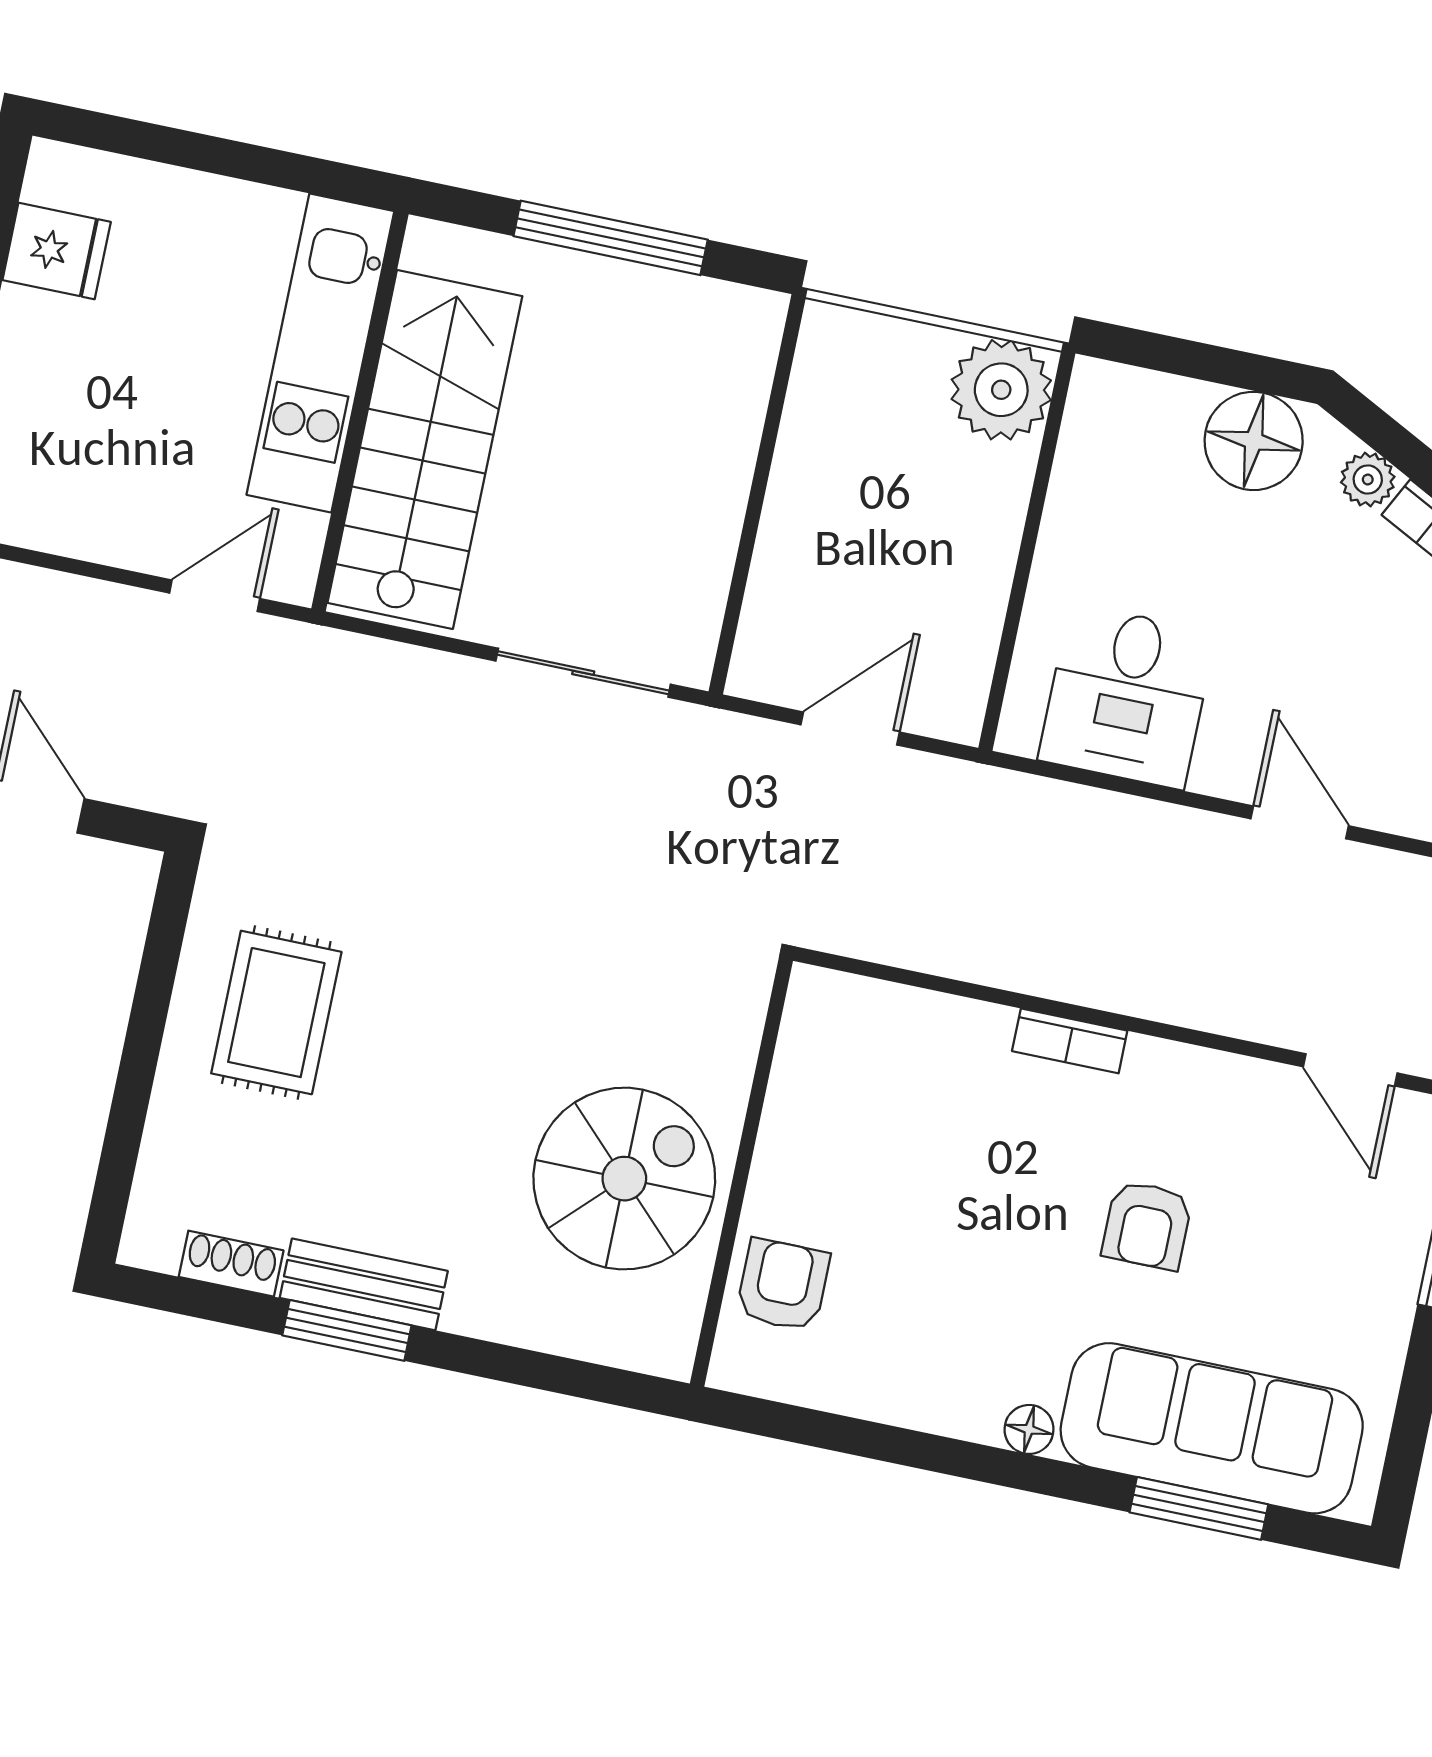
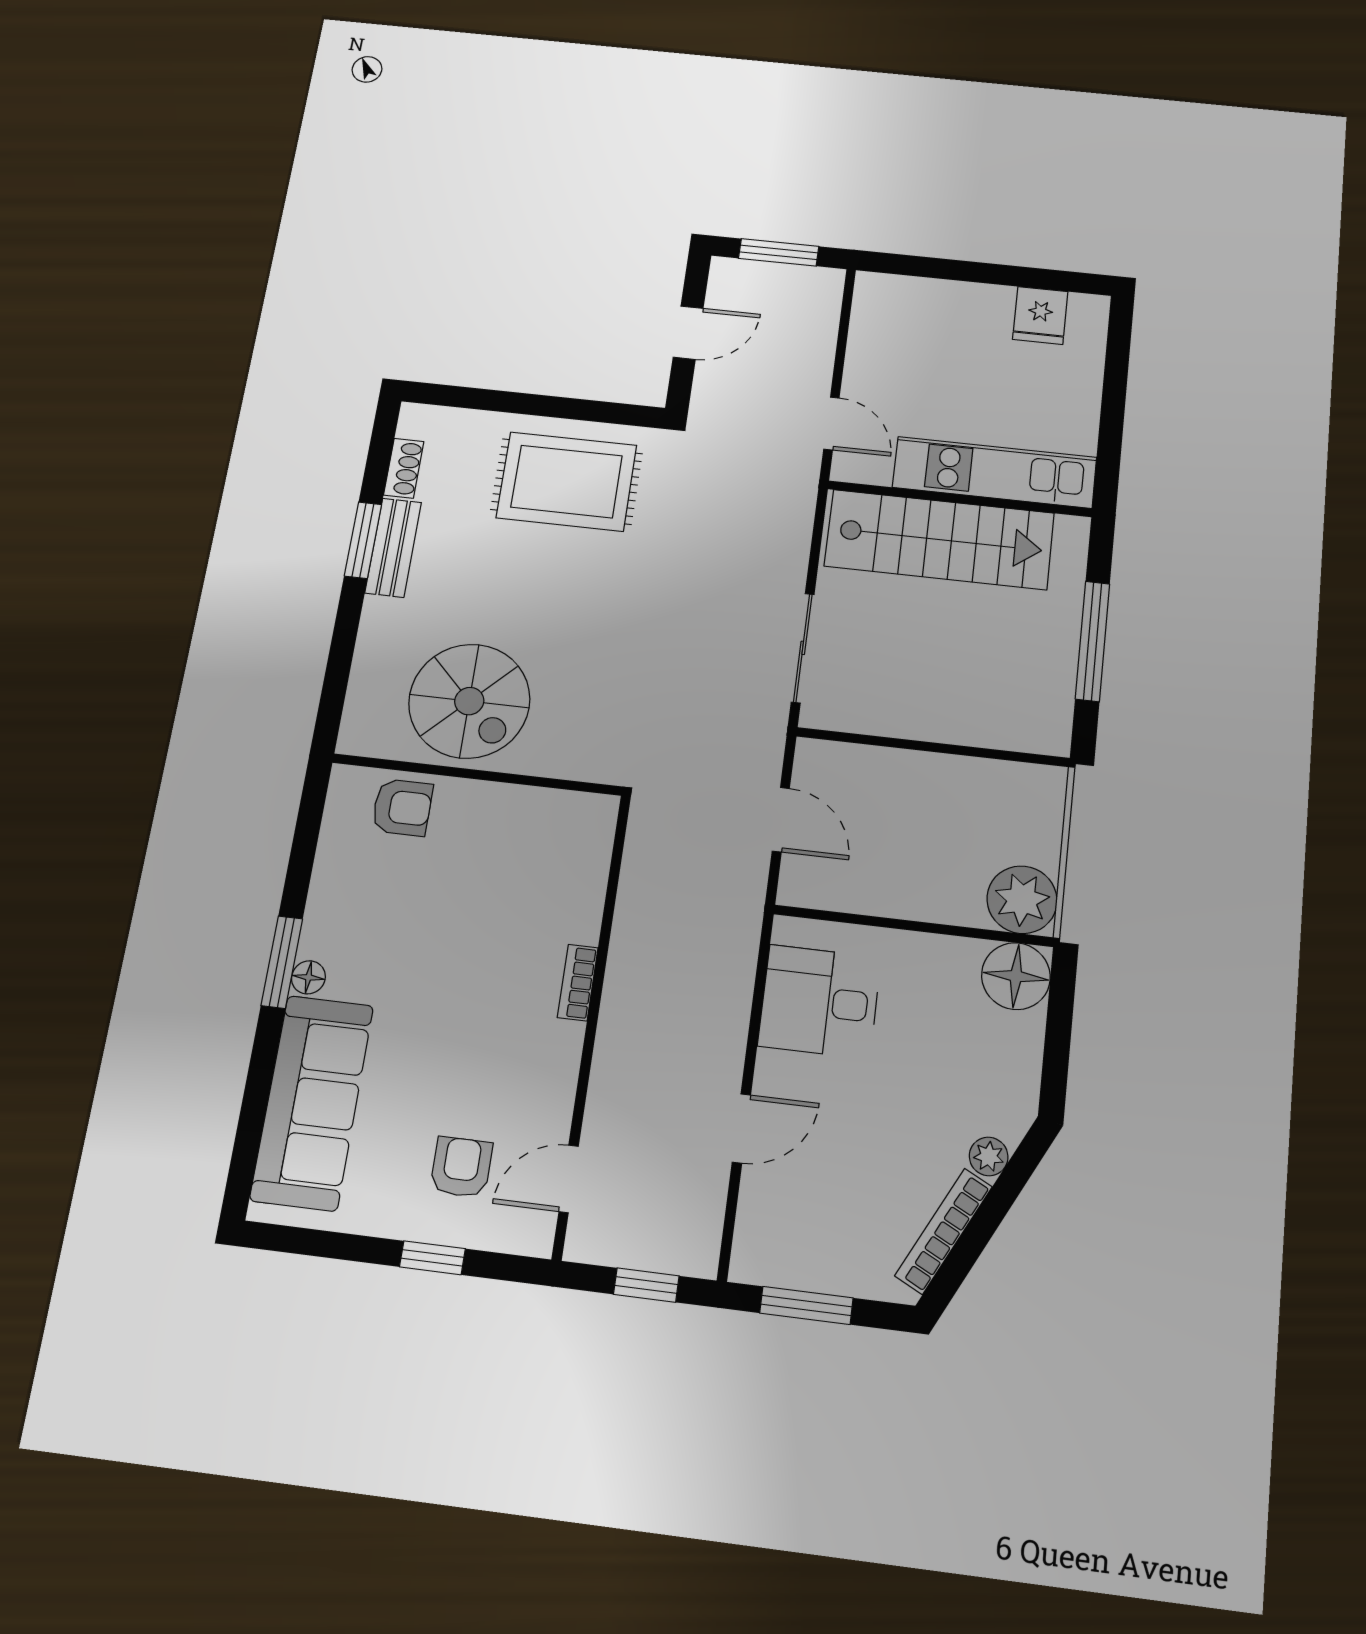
floor lamp: (1254, 441) -> (1016, 976), moved
rug: (276, 1013) -> (567, 481), width x1.36, depth x1.43
armchair: (1147, 1225) -> (461, 1167), moved, turned 90
window: (1199, 1508) -> (282, 962), moved

